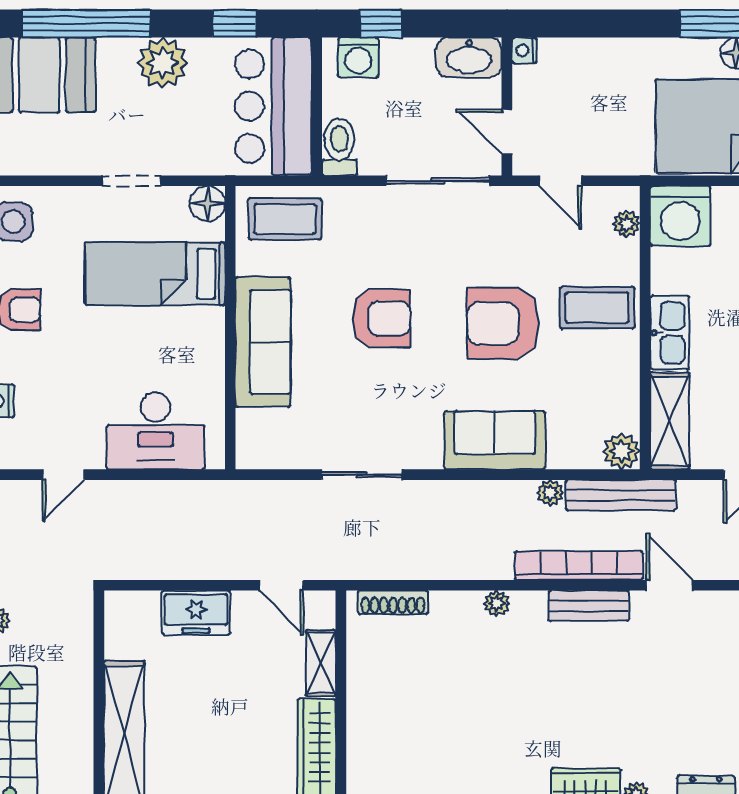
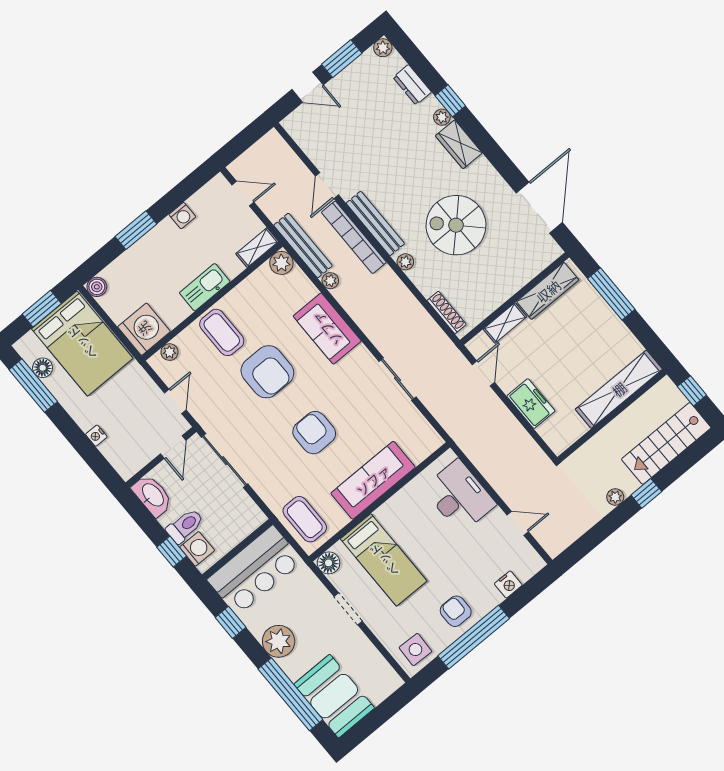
nightstand: (524, 50) -> (96, 436), moved, turned 90
toilet: (339, 147) -> (185, 526), moved, turned 180
shelving: (670, 421) -> (257, 248), width x0.67, depth x0.75
bench: (589, 606) -> (375, 223), width x1.36
spiral stairs: (490, 703) -> (456, 225), added

